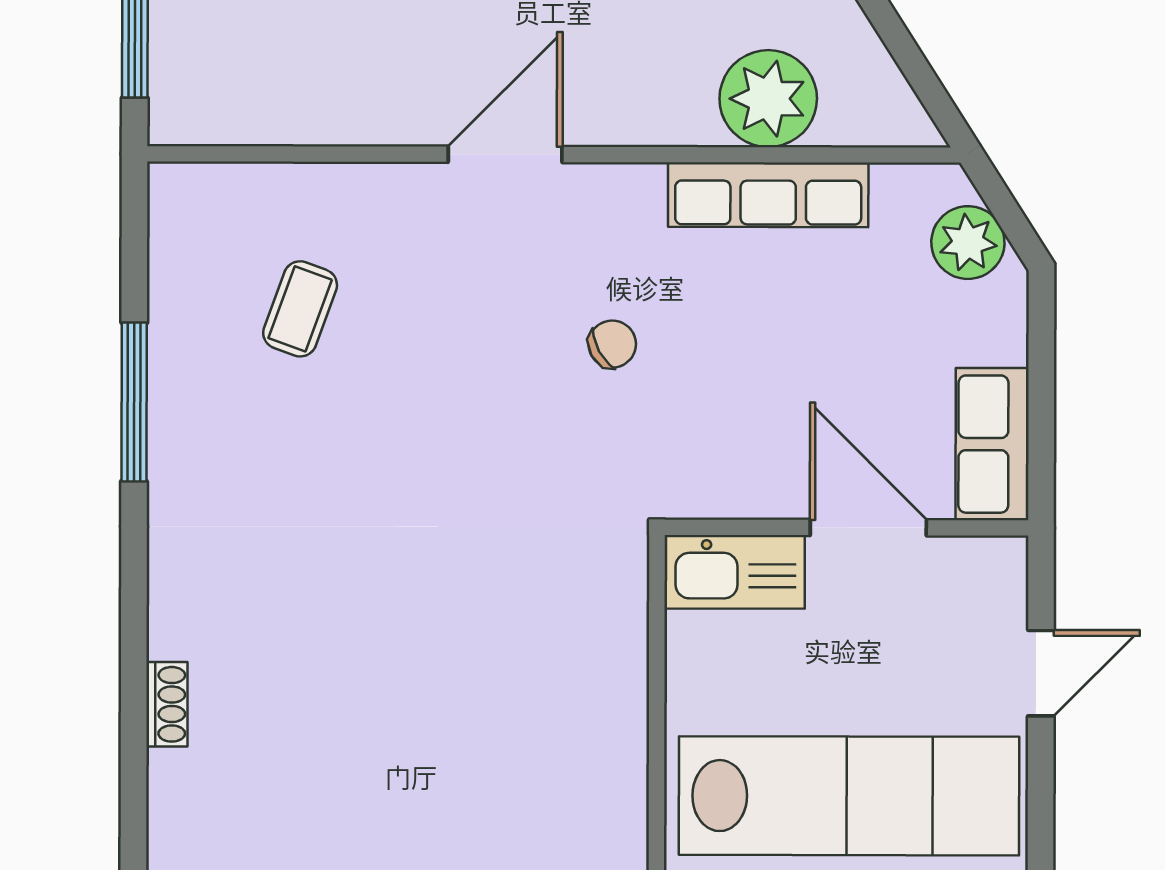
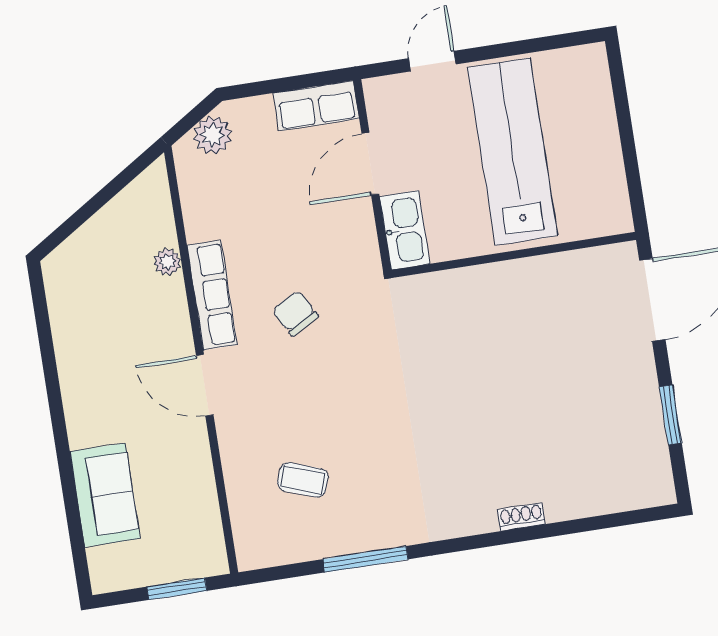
plant: (768, 99) -> (167, 262), width x0.53, depth x0.53
row of seats: (768, 195) -> (212, 295), moved
chair: (612, 344) -> (295, 313), width x1.37, depth x1.37
door: (1041, 673) -> (432, 61), hinge flipped

